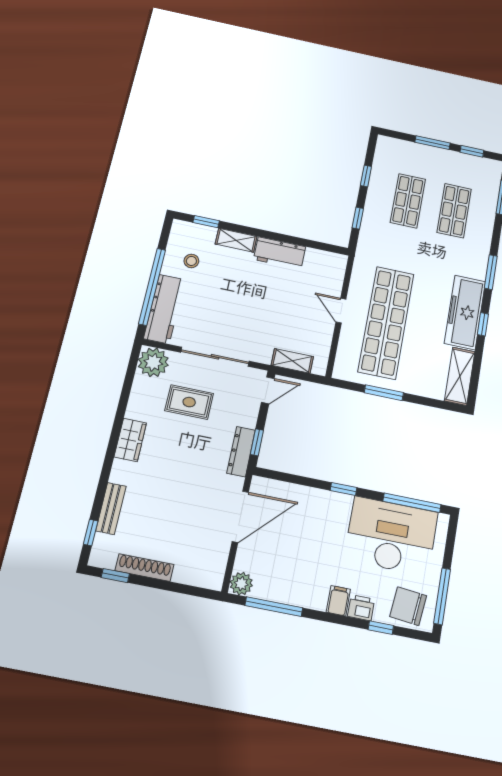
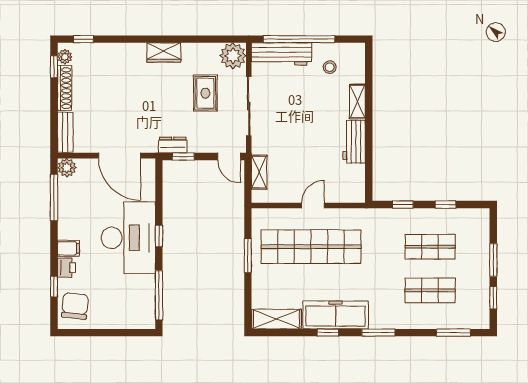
window: (206, 222) -> (369, 72), removed
dresser: (241, 452) -> (173, 145), width x0.70
bench: (111, 508) -> (65, 132), moved, turned 90
desk: (391, 536) -> (128, 238), moved
plant: (106, 560) -> (65, 57), added
window: (442, 596) -> (88, 333), removed

